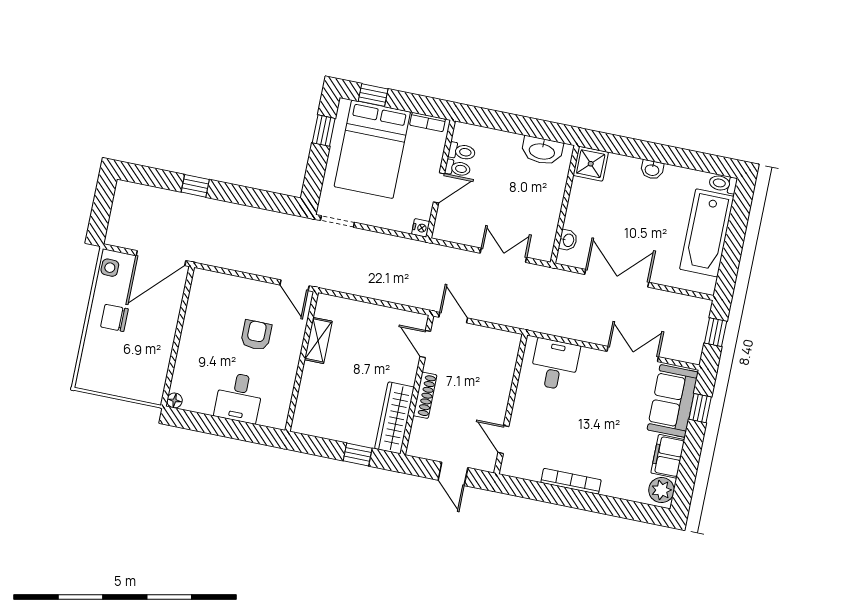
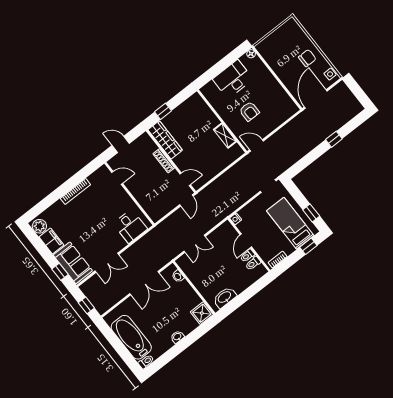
bed: (372, 149) -> (290, 223), width x0.67
door: (453, 318) -> (186, 200), hinge flipped
desk: (239, 398) -> (233, 79), width x1.37

